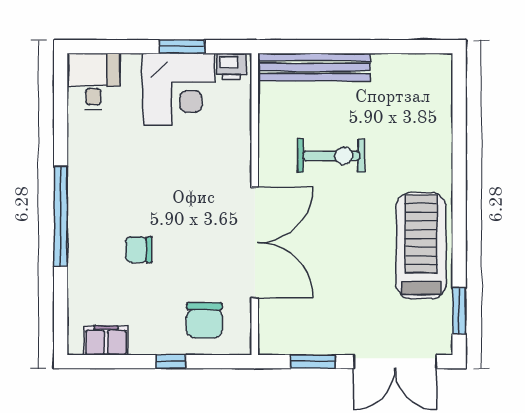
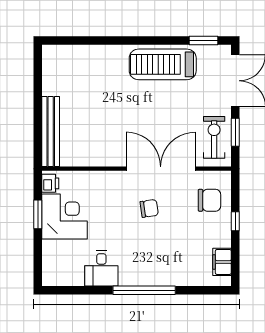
desk: (93, 81) -> (101, 269), moved, turned -90
exercise bike: (331, 156) -> (214, 137), moved
chair: (139, 250) -> (149, 208), moved, turned -98

